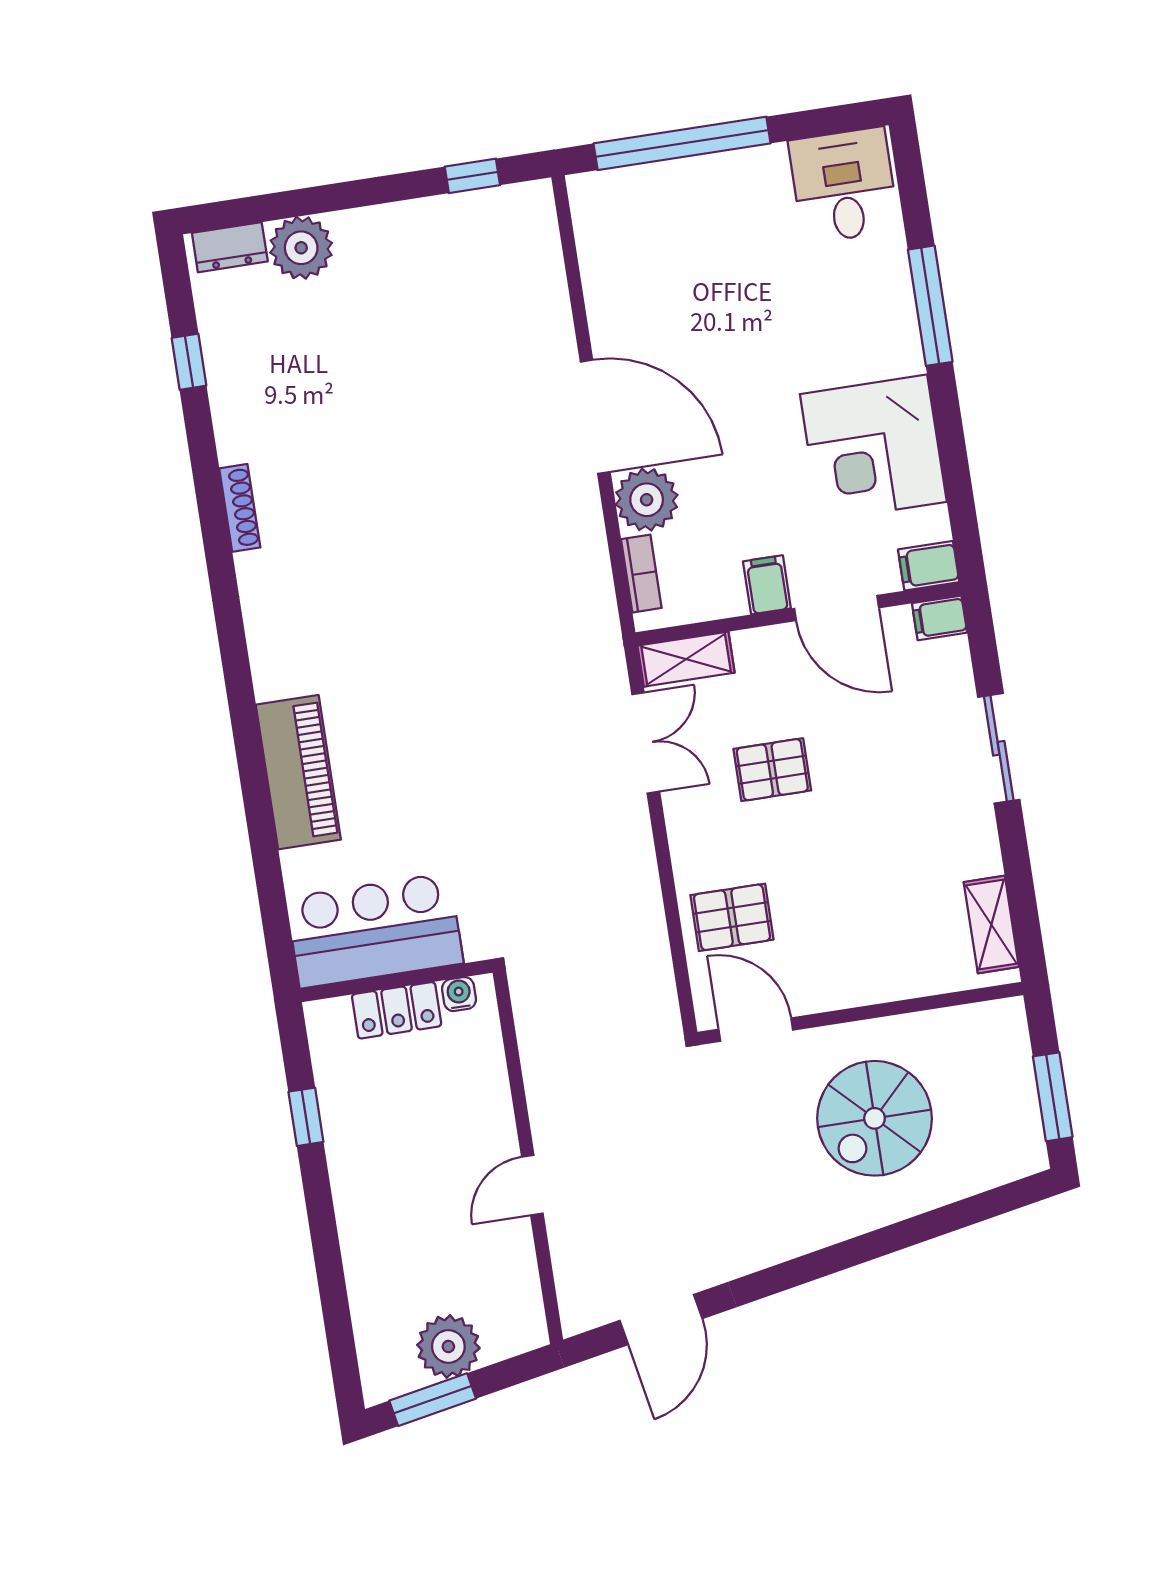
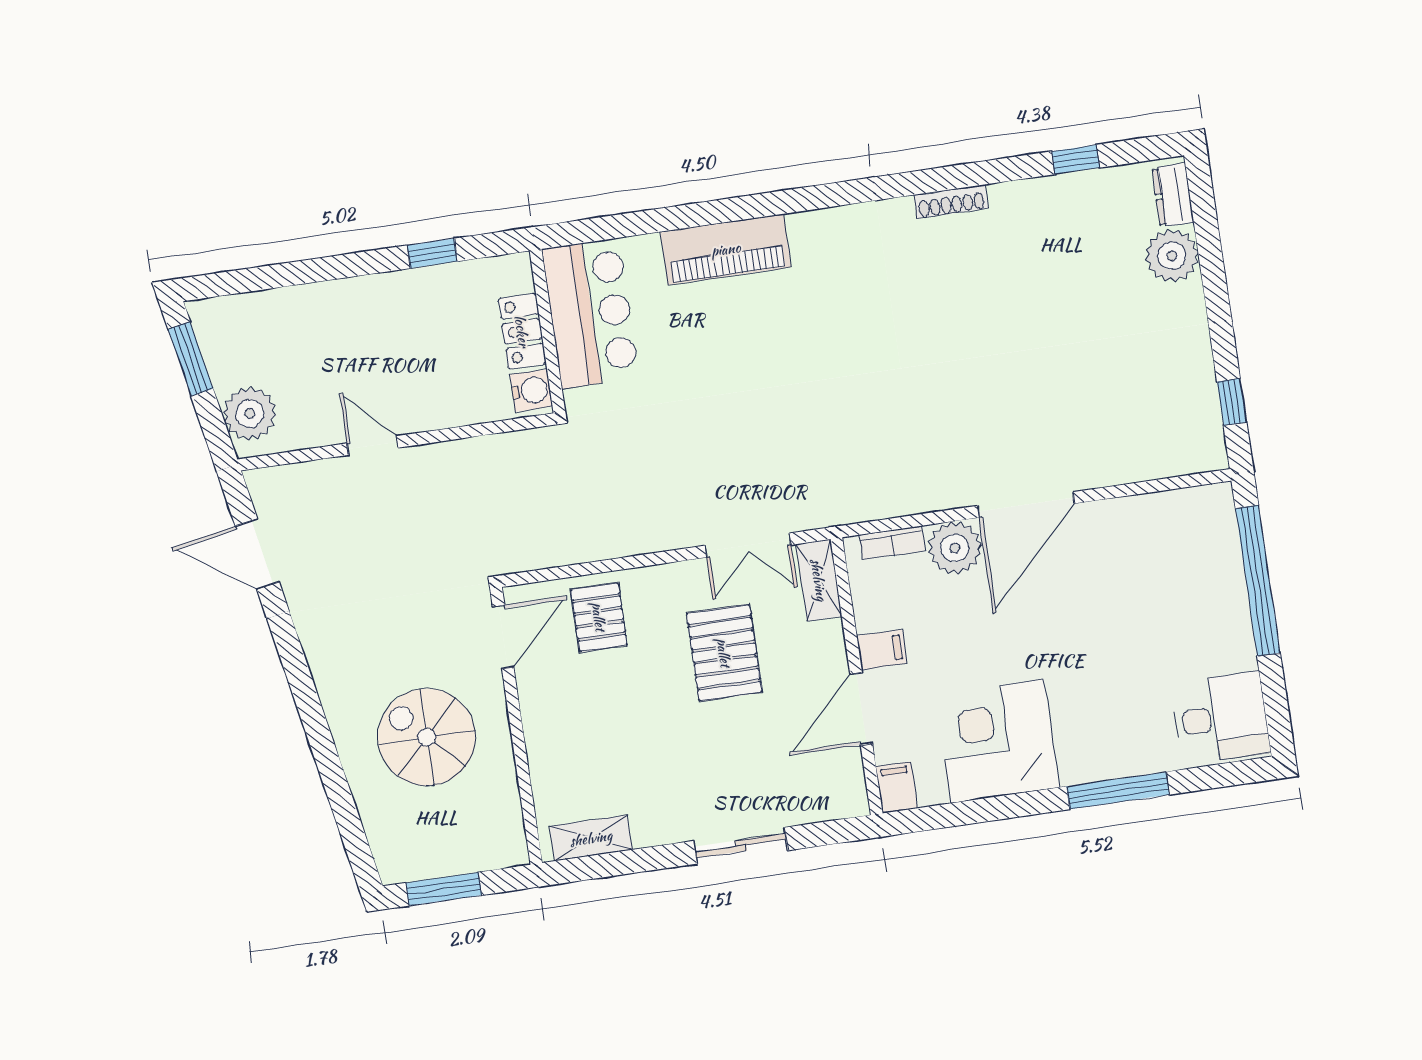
filing cabinet: (940, 618) -> (852, 796), removed
pallet: (772, 770) -> (724, 653), width x1.50, depth x1.42
water cooler: (459, 994) -> (531, 390), width x1.38, depth x1.38
plant: (448, 1346) -> (250, 414), moved

